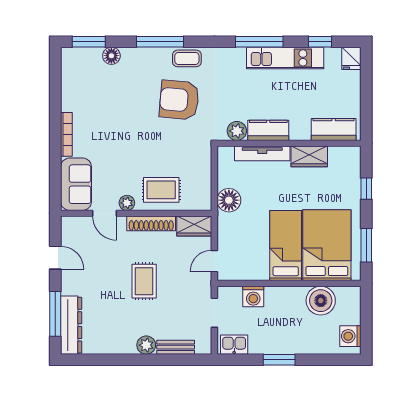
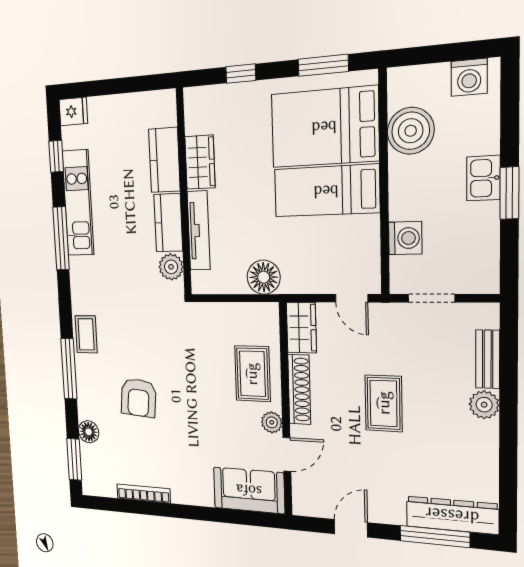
armchair: (179, 100) -> (139, 398), moved, width x0.73, depth x0.73
kitchen counter: (334, 129) -> (164, 160), moved
bookcase: (66, 134) -> (143, 493), moved
rug: (144, 281) -> (384, 403), turned 90
kitchen sink: (234, 345) -> (483, 178), moved

